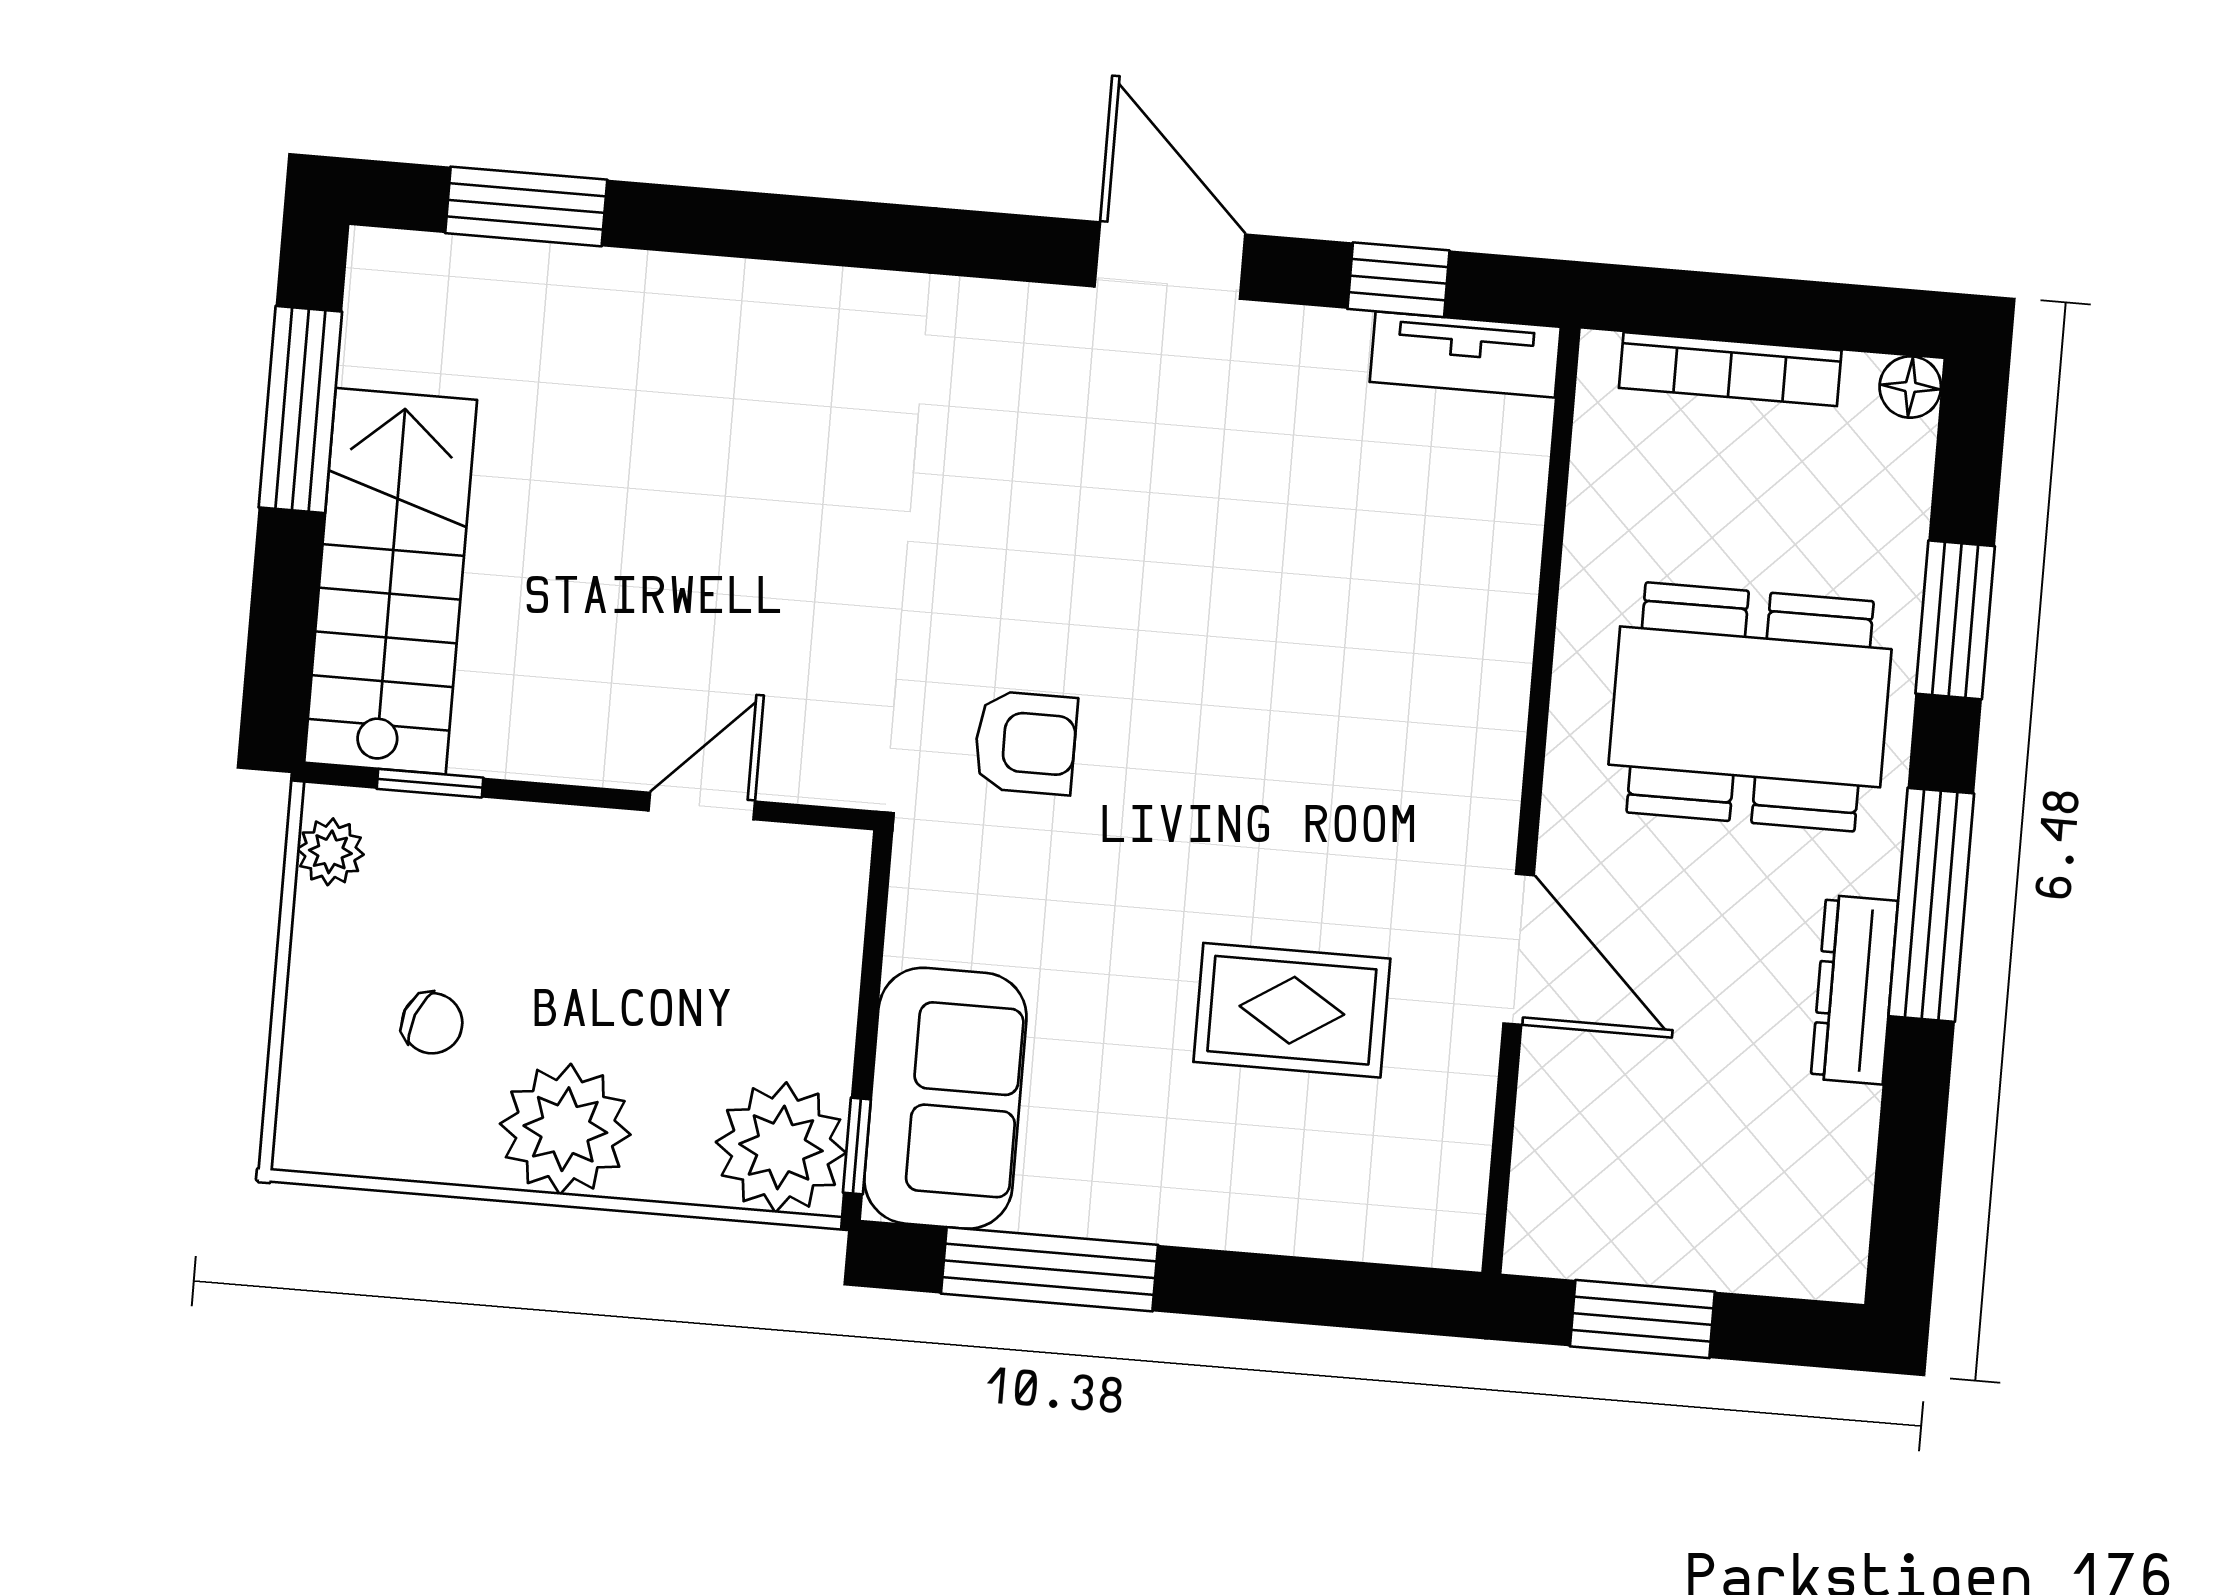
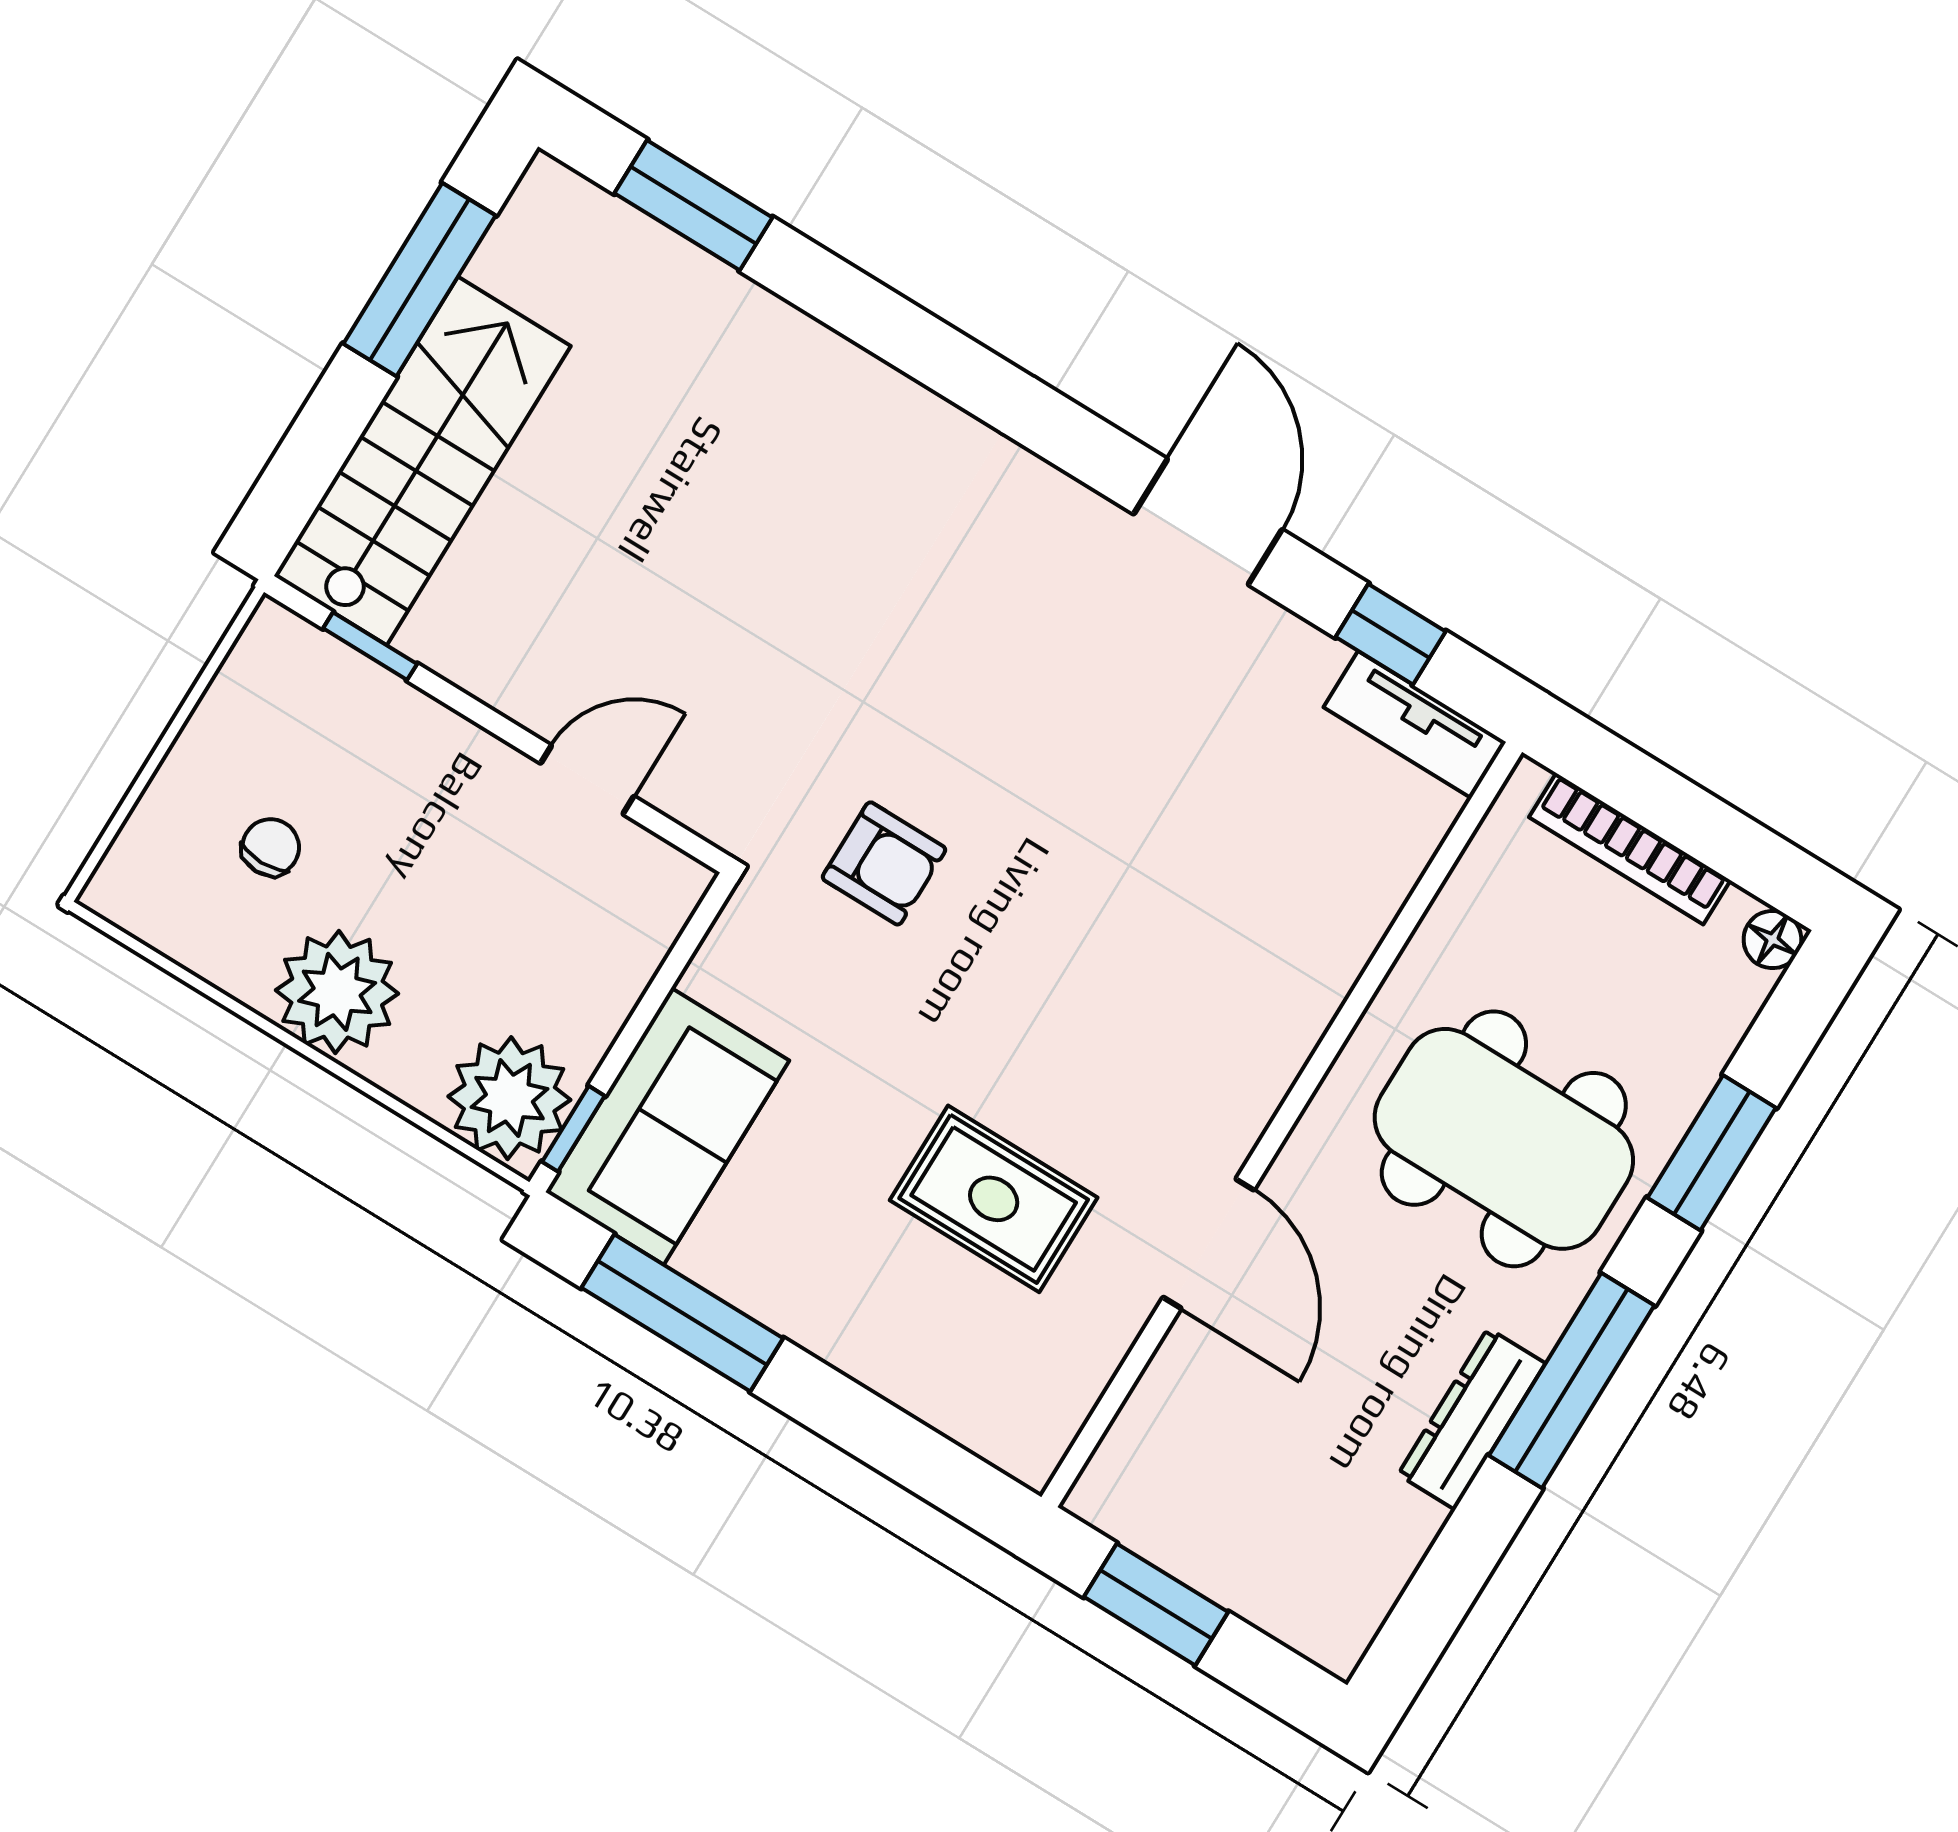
plant: (330, 852) -> (258, 661), removed
chair: (432, 1023) -> (271, 847), turned -111

